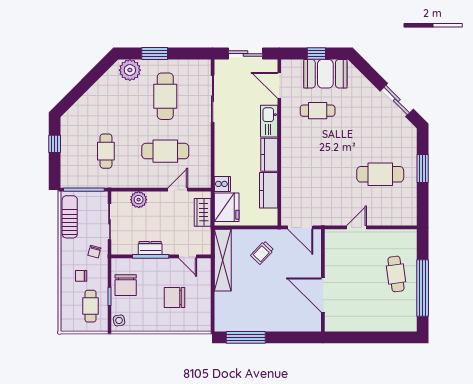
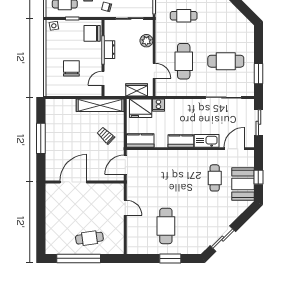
window: (155, 54) -> (258, 74), moved
plant: (130, 70) -> (246, 34), removed
kitchen counter: (269, 190) -> (140, 140), moved
chair: (126, 285) -> (92, 33), moved
window: (246, 337) -> (41, 138), moved

